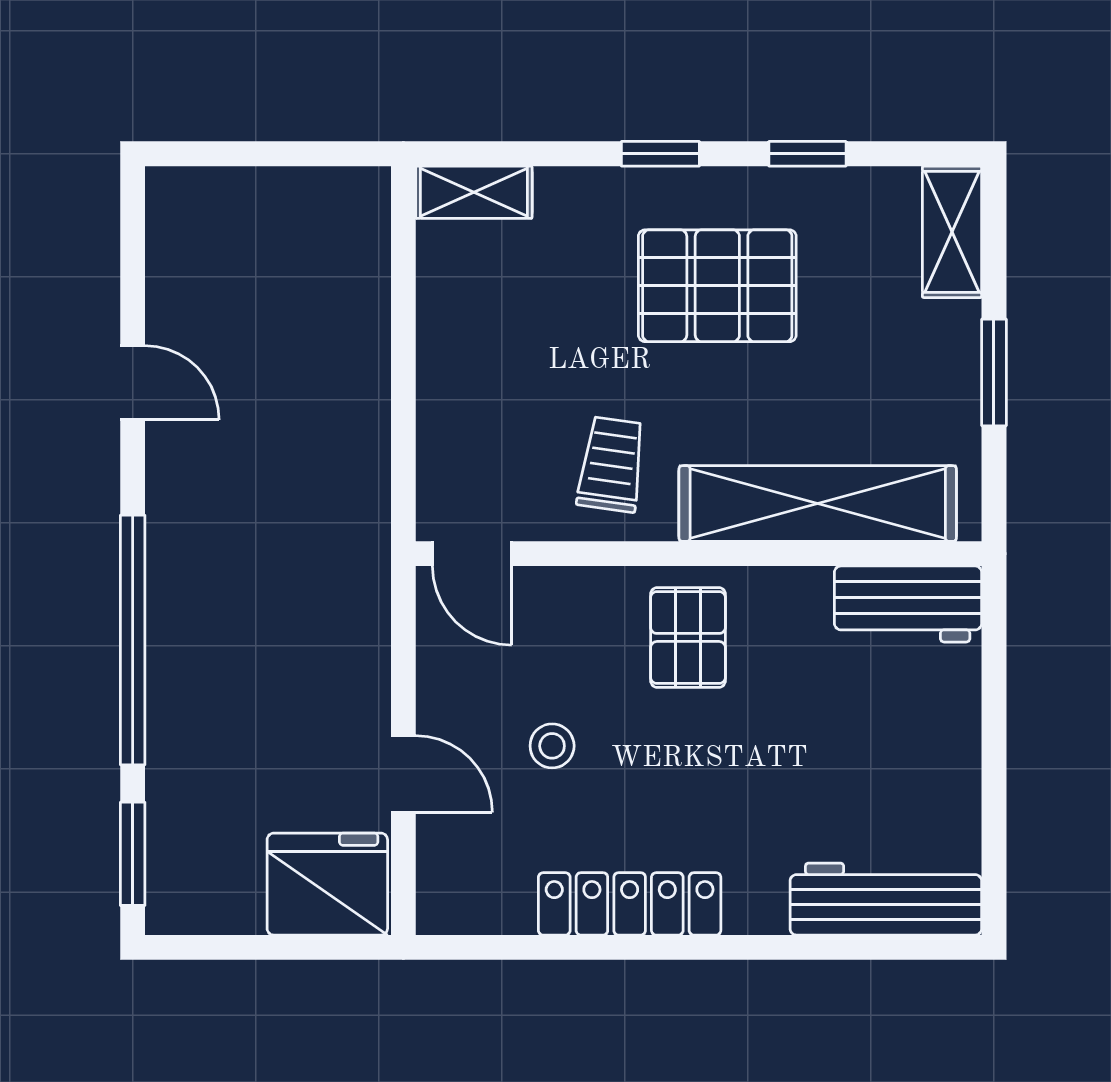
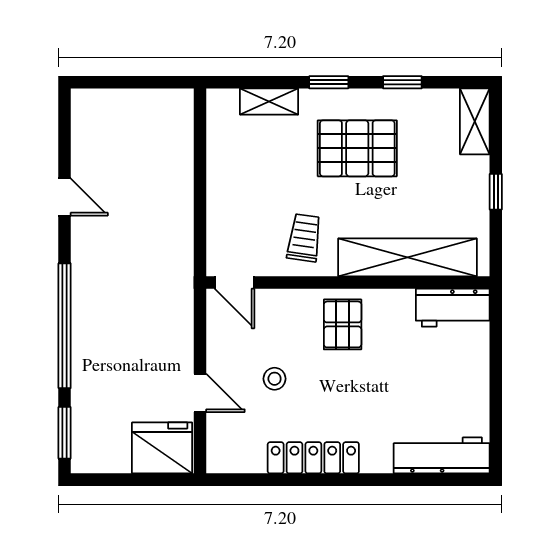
shelving: (474, 192) -> (269, 102), moved
window: (994, 372) -> (496, 192), width x0.67

